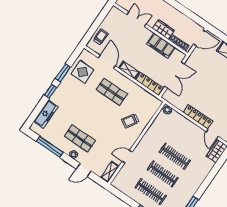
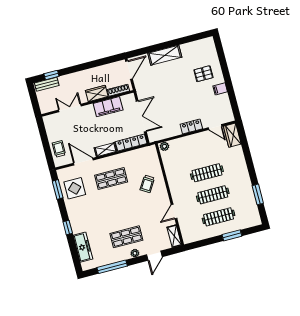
window: (63, 73) -> (58, 189), moved
locker: (198, 117) -> (191, 127), width x0.66

